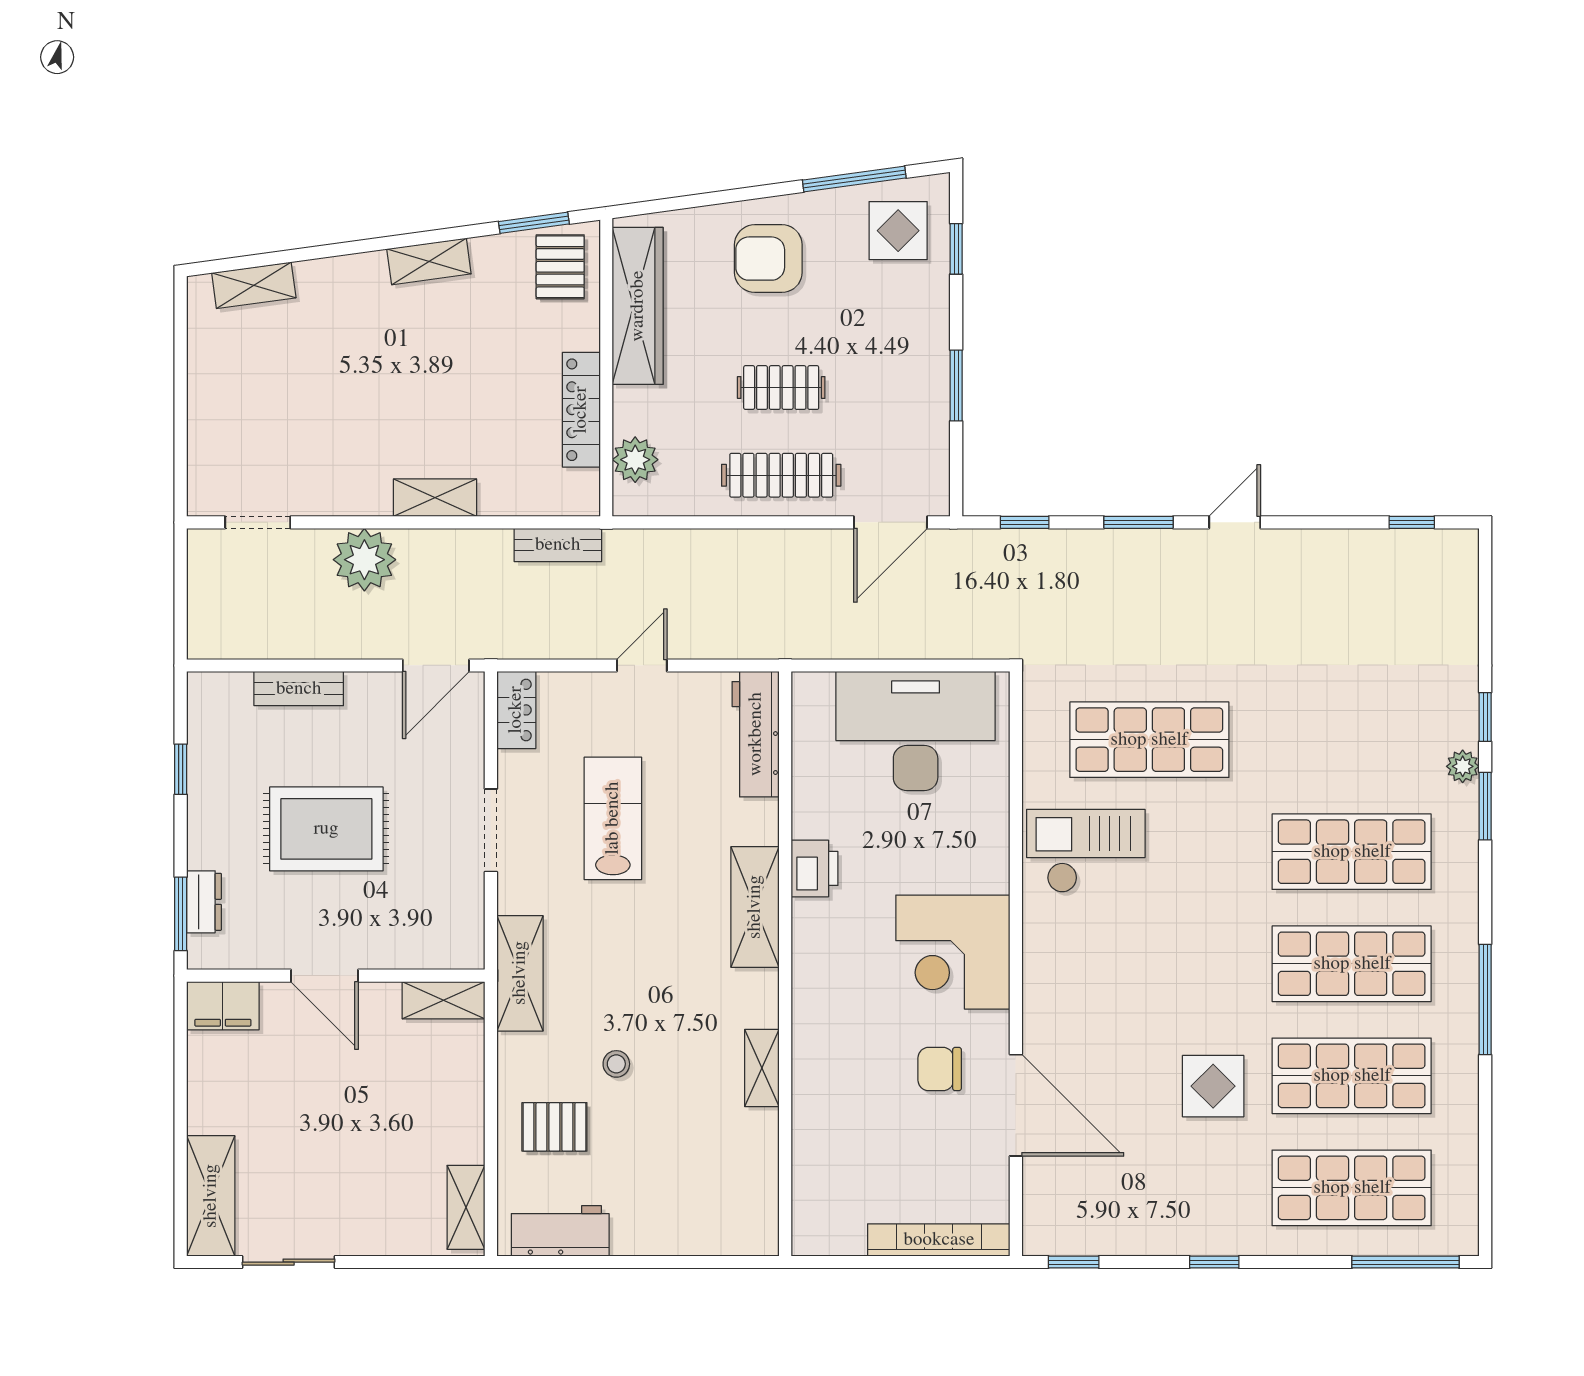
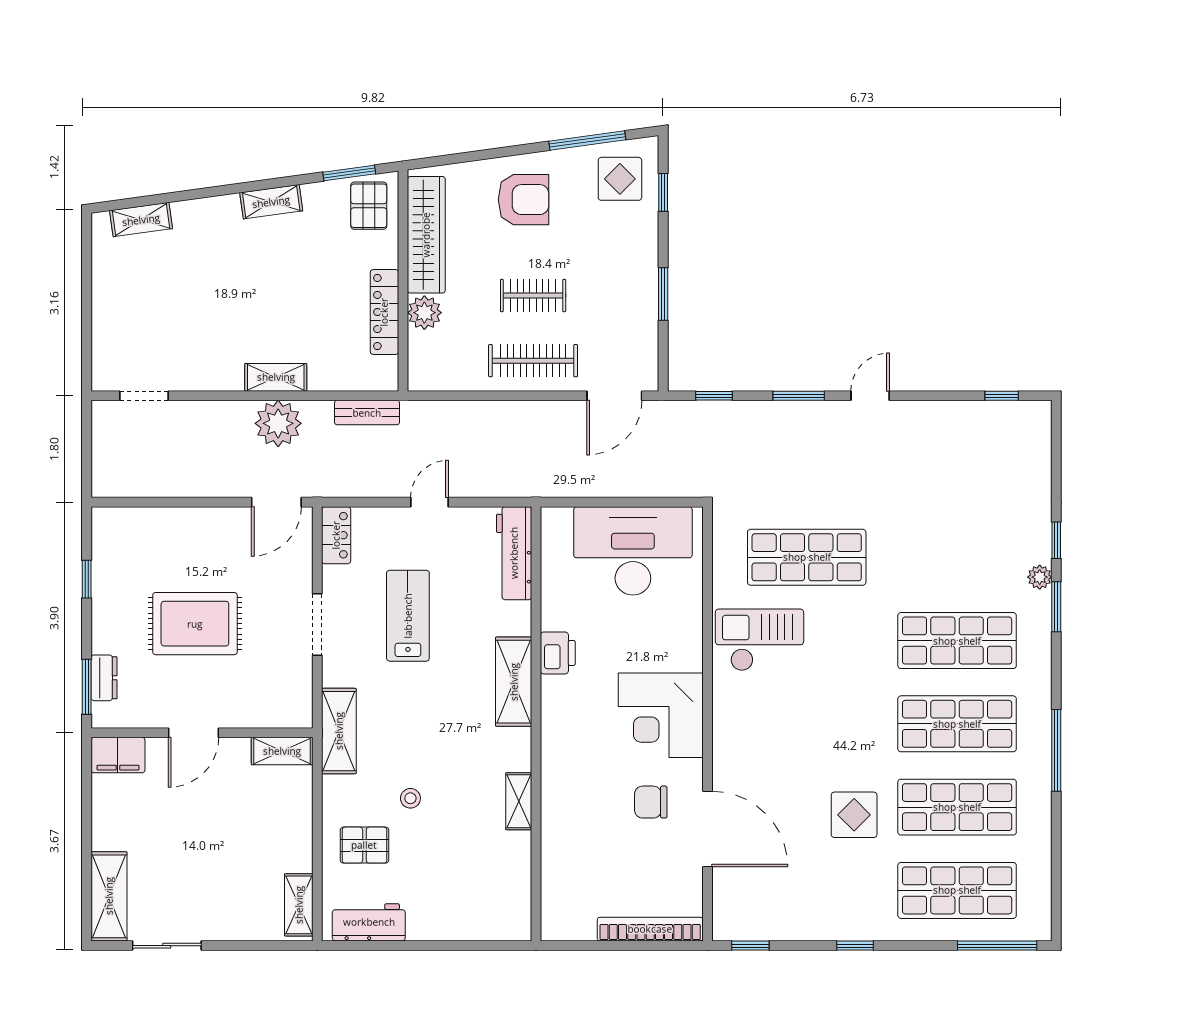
armchair: (768, 259) -> (523, 200), turned 180
plant: (635, 460) -> (424, 313), moved
plant: (364, 560) -> (278, 423), moved
bench: (299, 689) -> (174, 519), removed
door: (324, 976) -> (193, 733), hinge flipped

